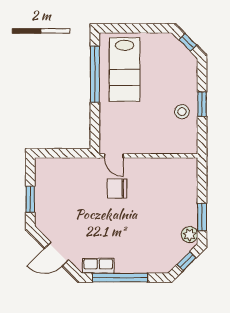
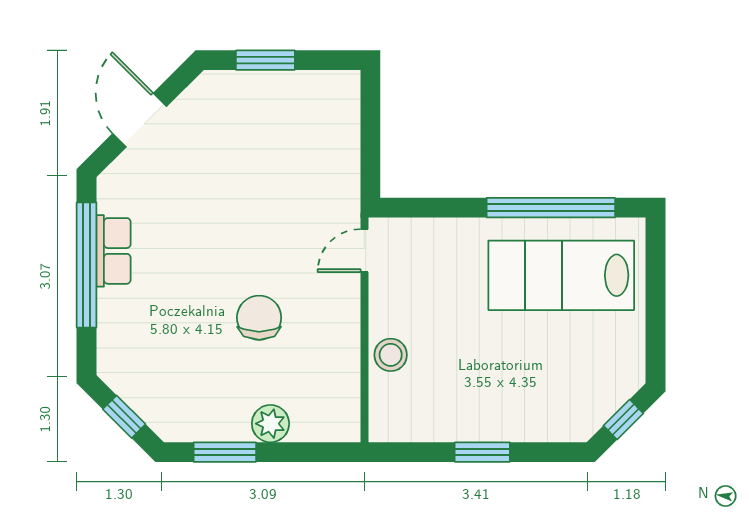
stool: (182, 112) -> (391, 355), moved
chair: (117, 189) -> (259, 318), moved
plant: (190, 235) -> (270, 424), moved
row of seats: (98, 266) -> (113, 251), moved

